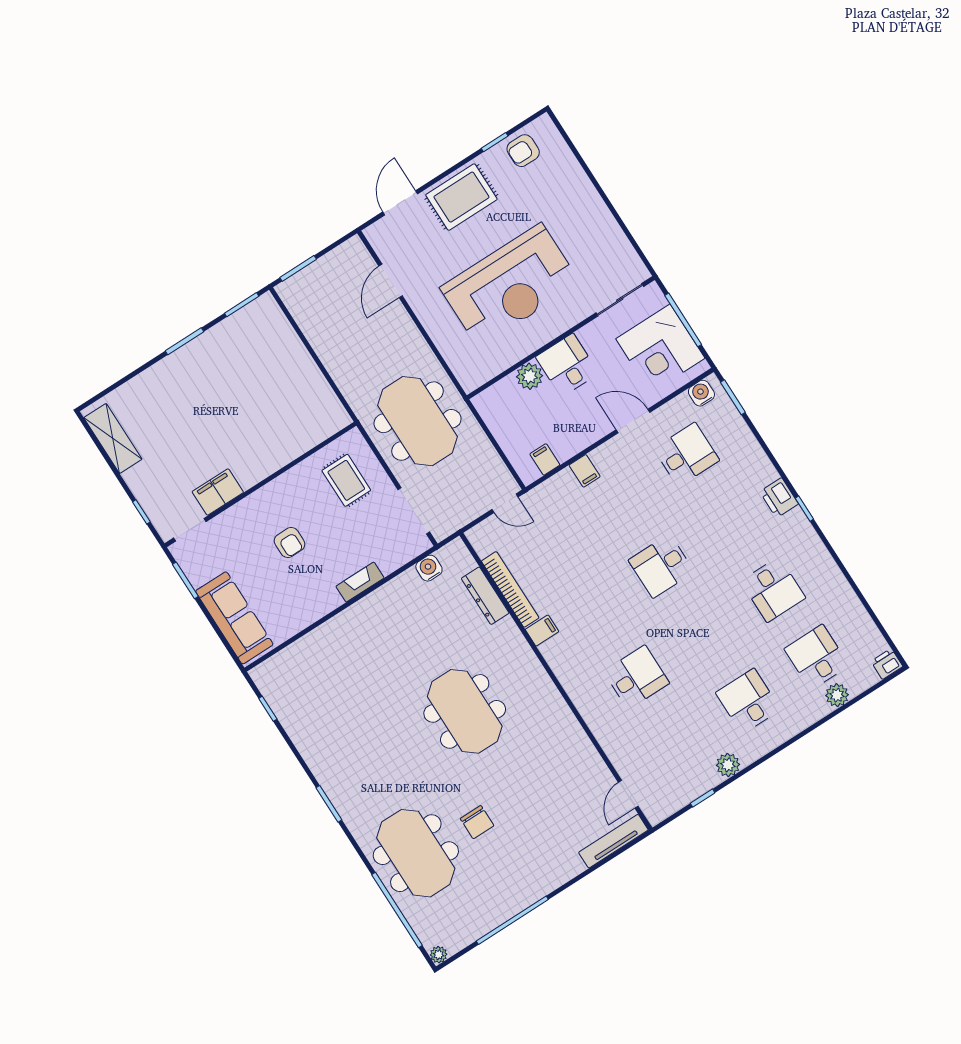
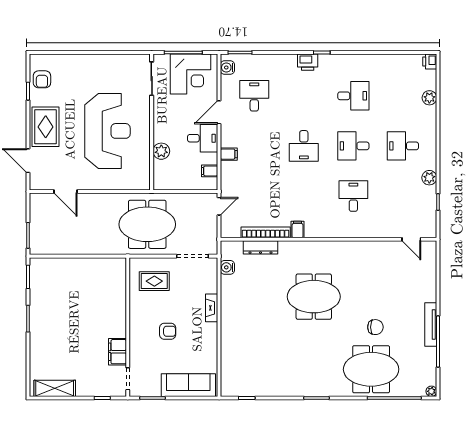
desk: (567, 365) -> (203, 138), moved, turned 180
desk: (816, 657) -> (353, 146), moved
tv unit: (613, 841) -> (431, 325), moved

